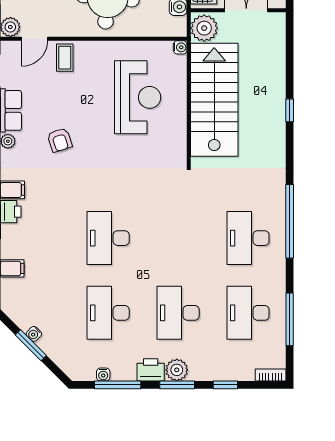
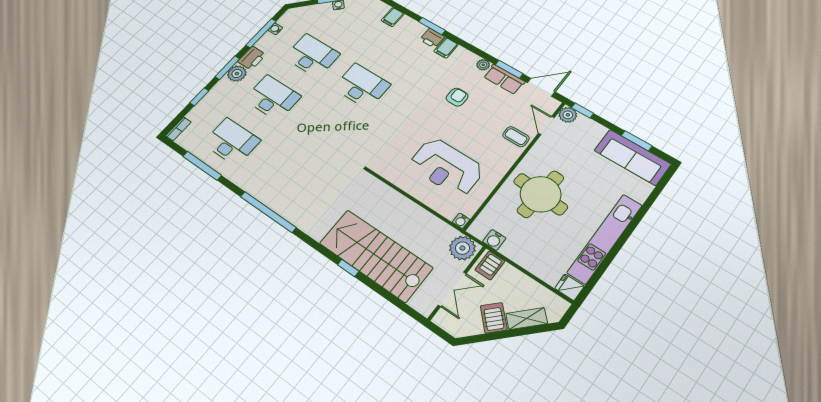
stairs: (214, 100) -> (376, 255), moved, turned 180
armchair: (60, 140) -> (457, 97), turned 108
desk: (248, 238) -> (282, 176), removed

